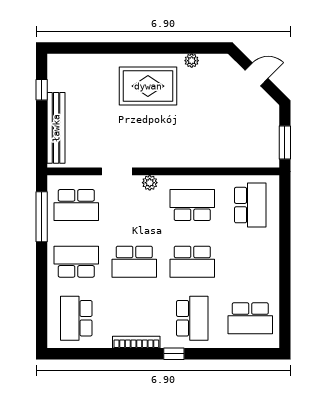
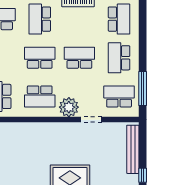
plant: (150, 183) -> (69, 107), width x1.88, depth x1.88
school desk: (76, 262) -> (119, 58), turned 90

